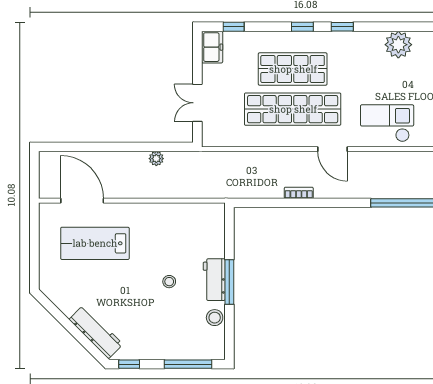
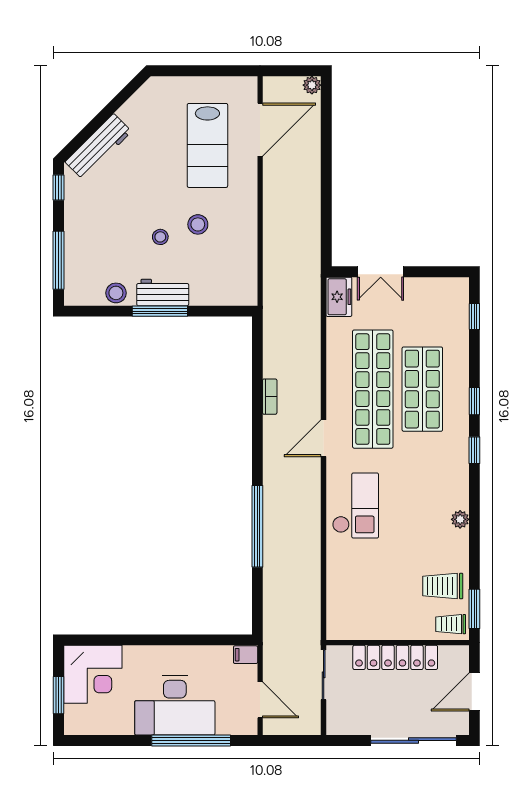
plant: (398, 45) -> (460, 519), width x0.53, depth x0.53
freezer: (212, 47) -> (339, 297), moved, turned -90
double door: (197, 103) -> (381, 272), swing flipped
plant: (156, 159) -> (312, 85), moved
lab bench: (95, 243) -> (207, 145), turned 180
stool: (159, 251) -> (198, 224), added

